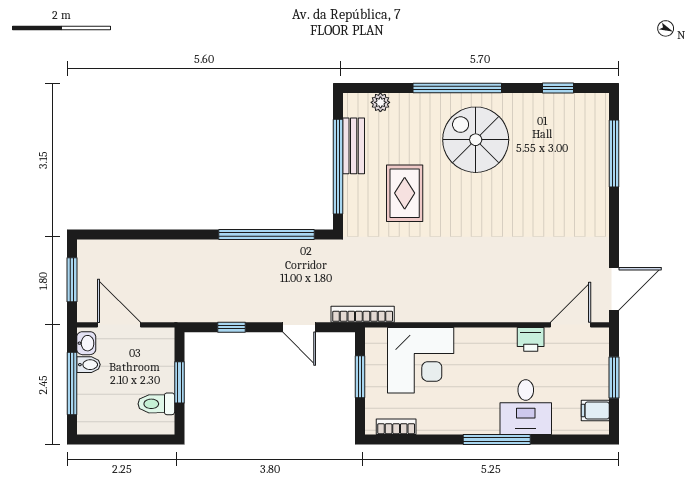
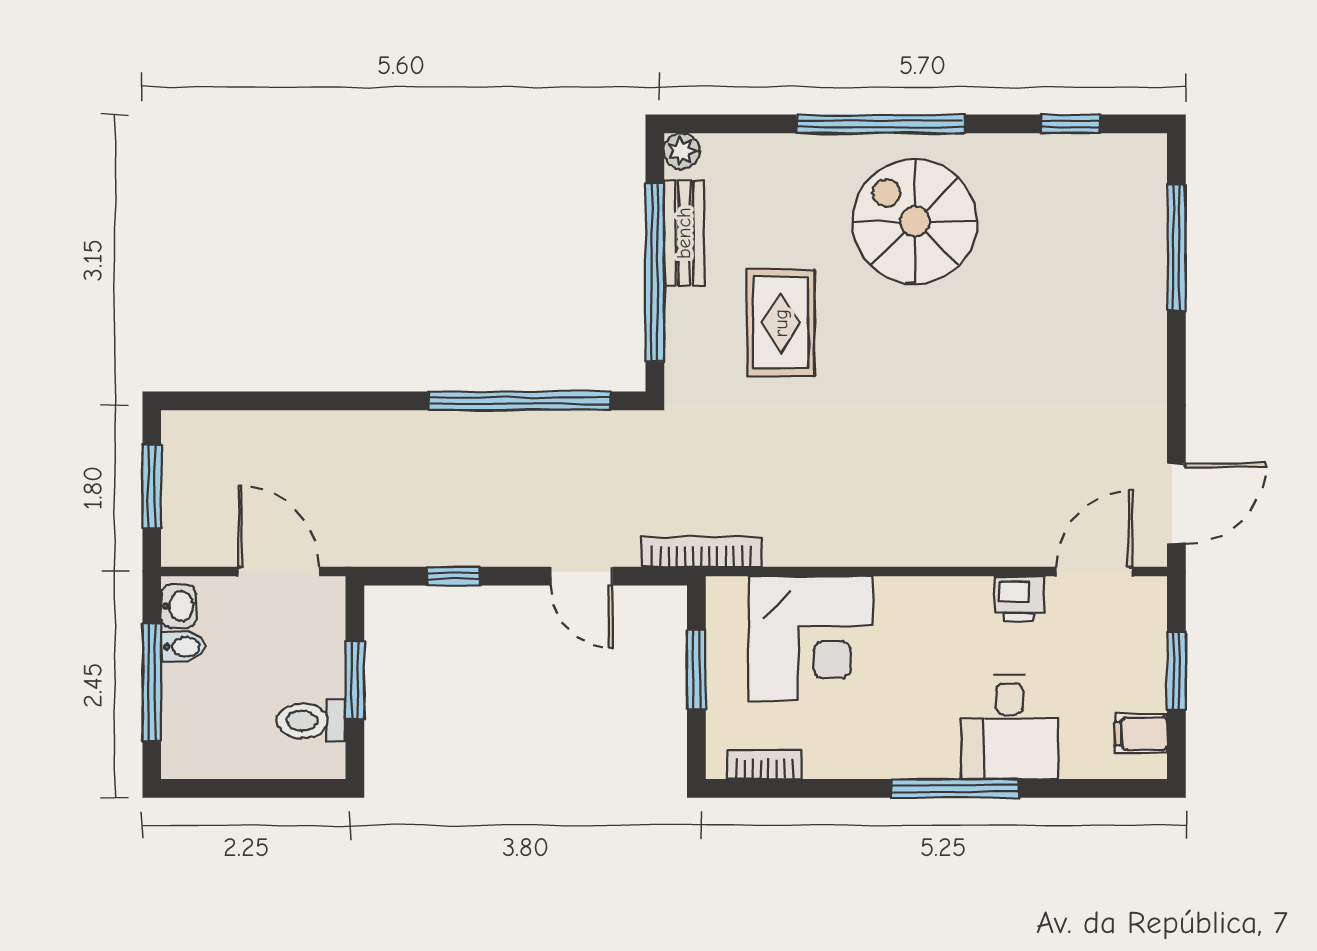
plant: (380, 102) -> (682, 151), moved
door: (119, 325) -> (279, 572), moved

